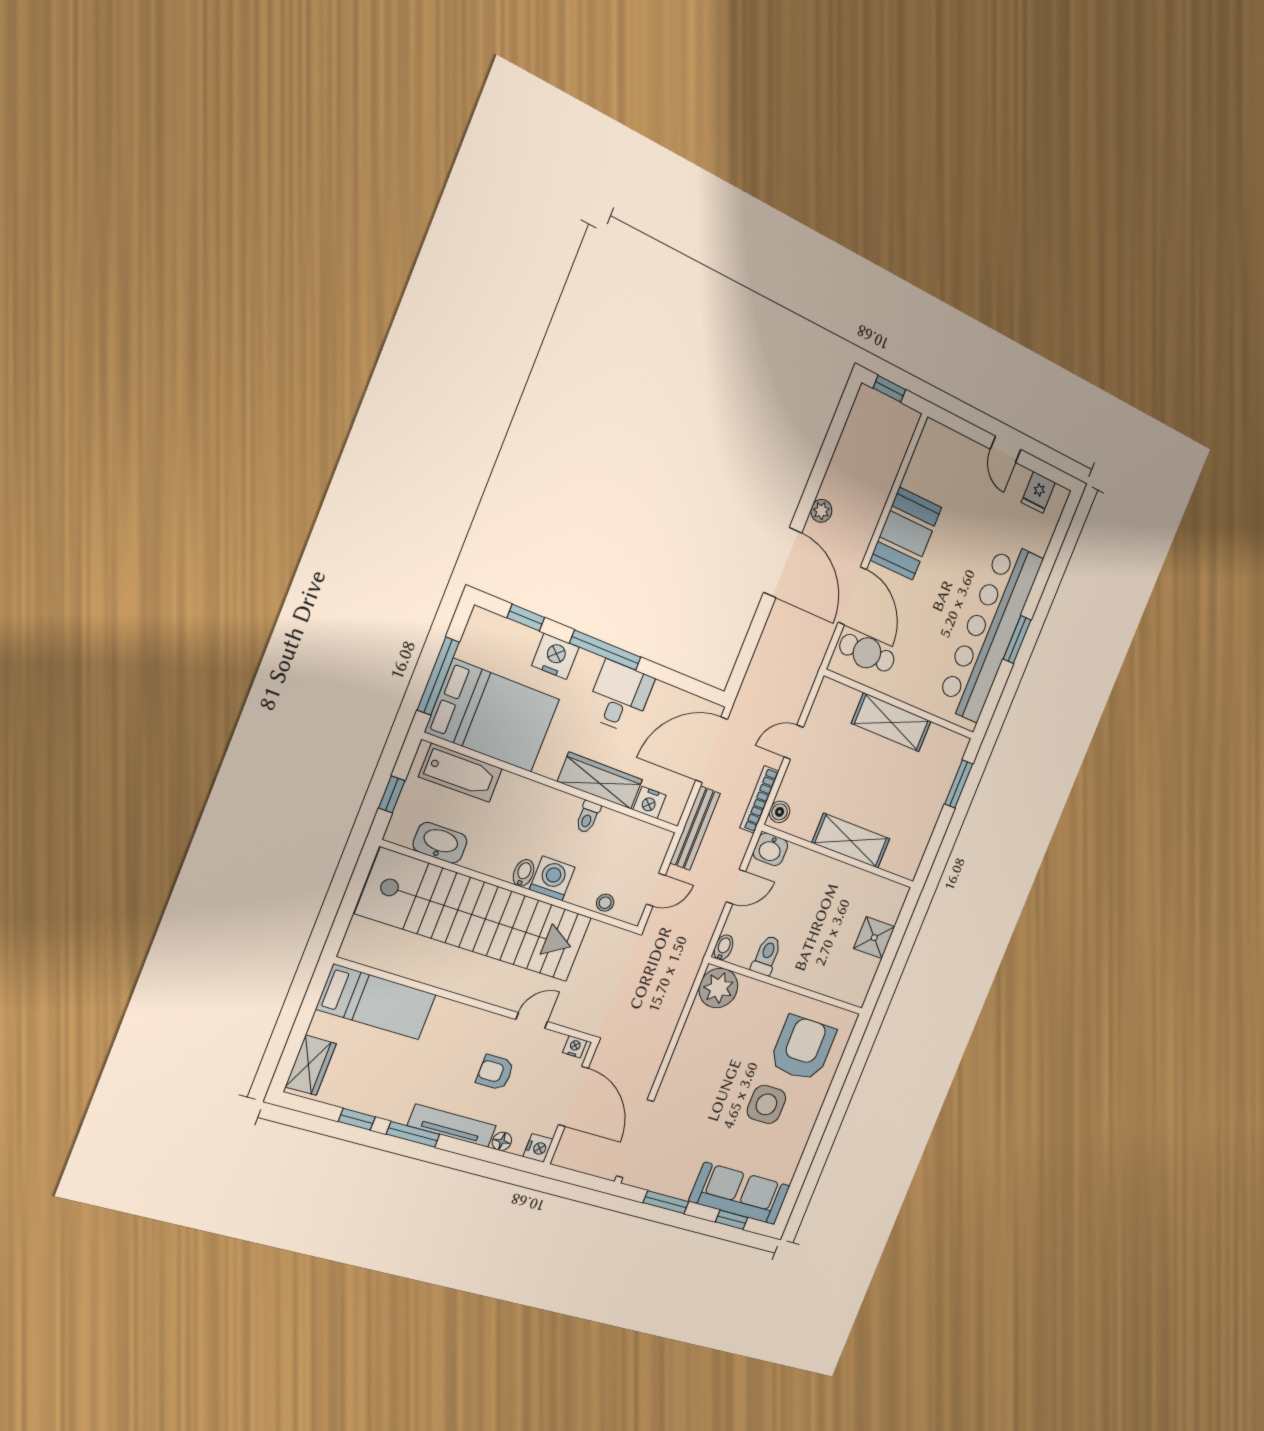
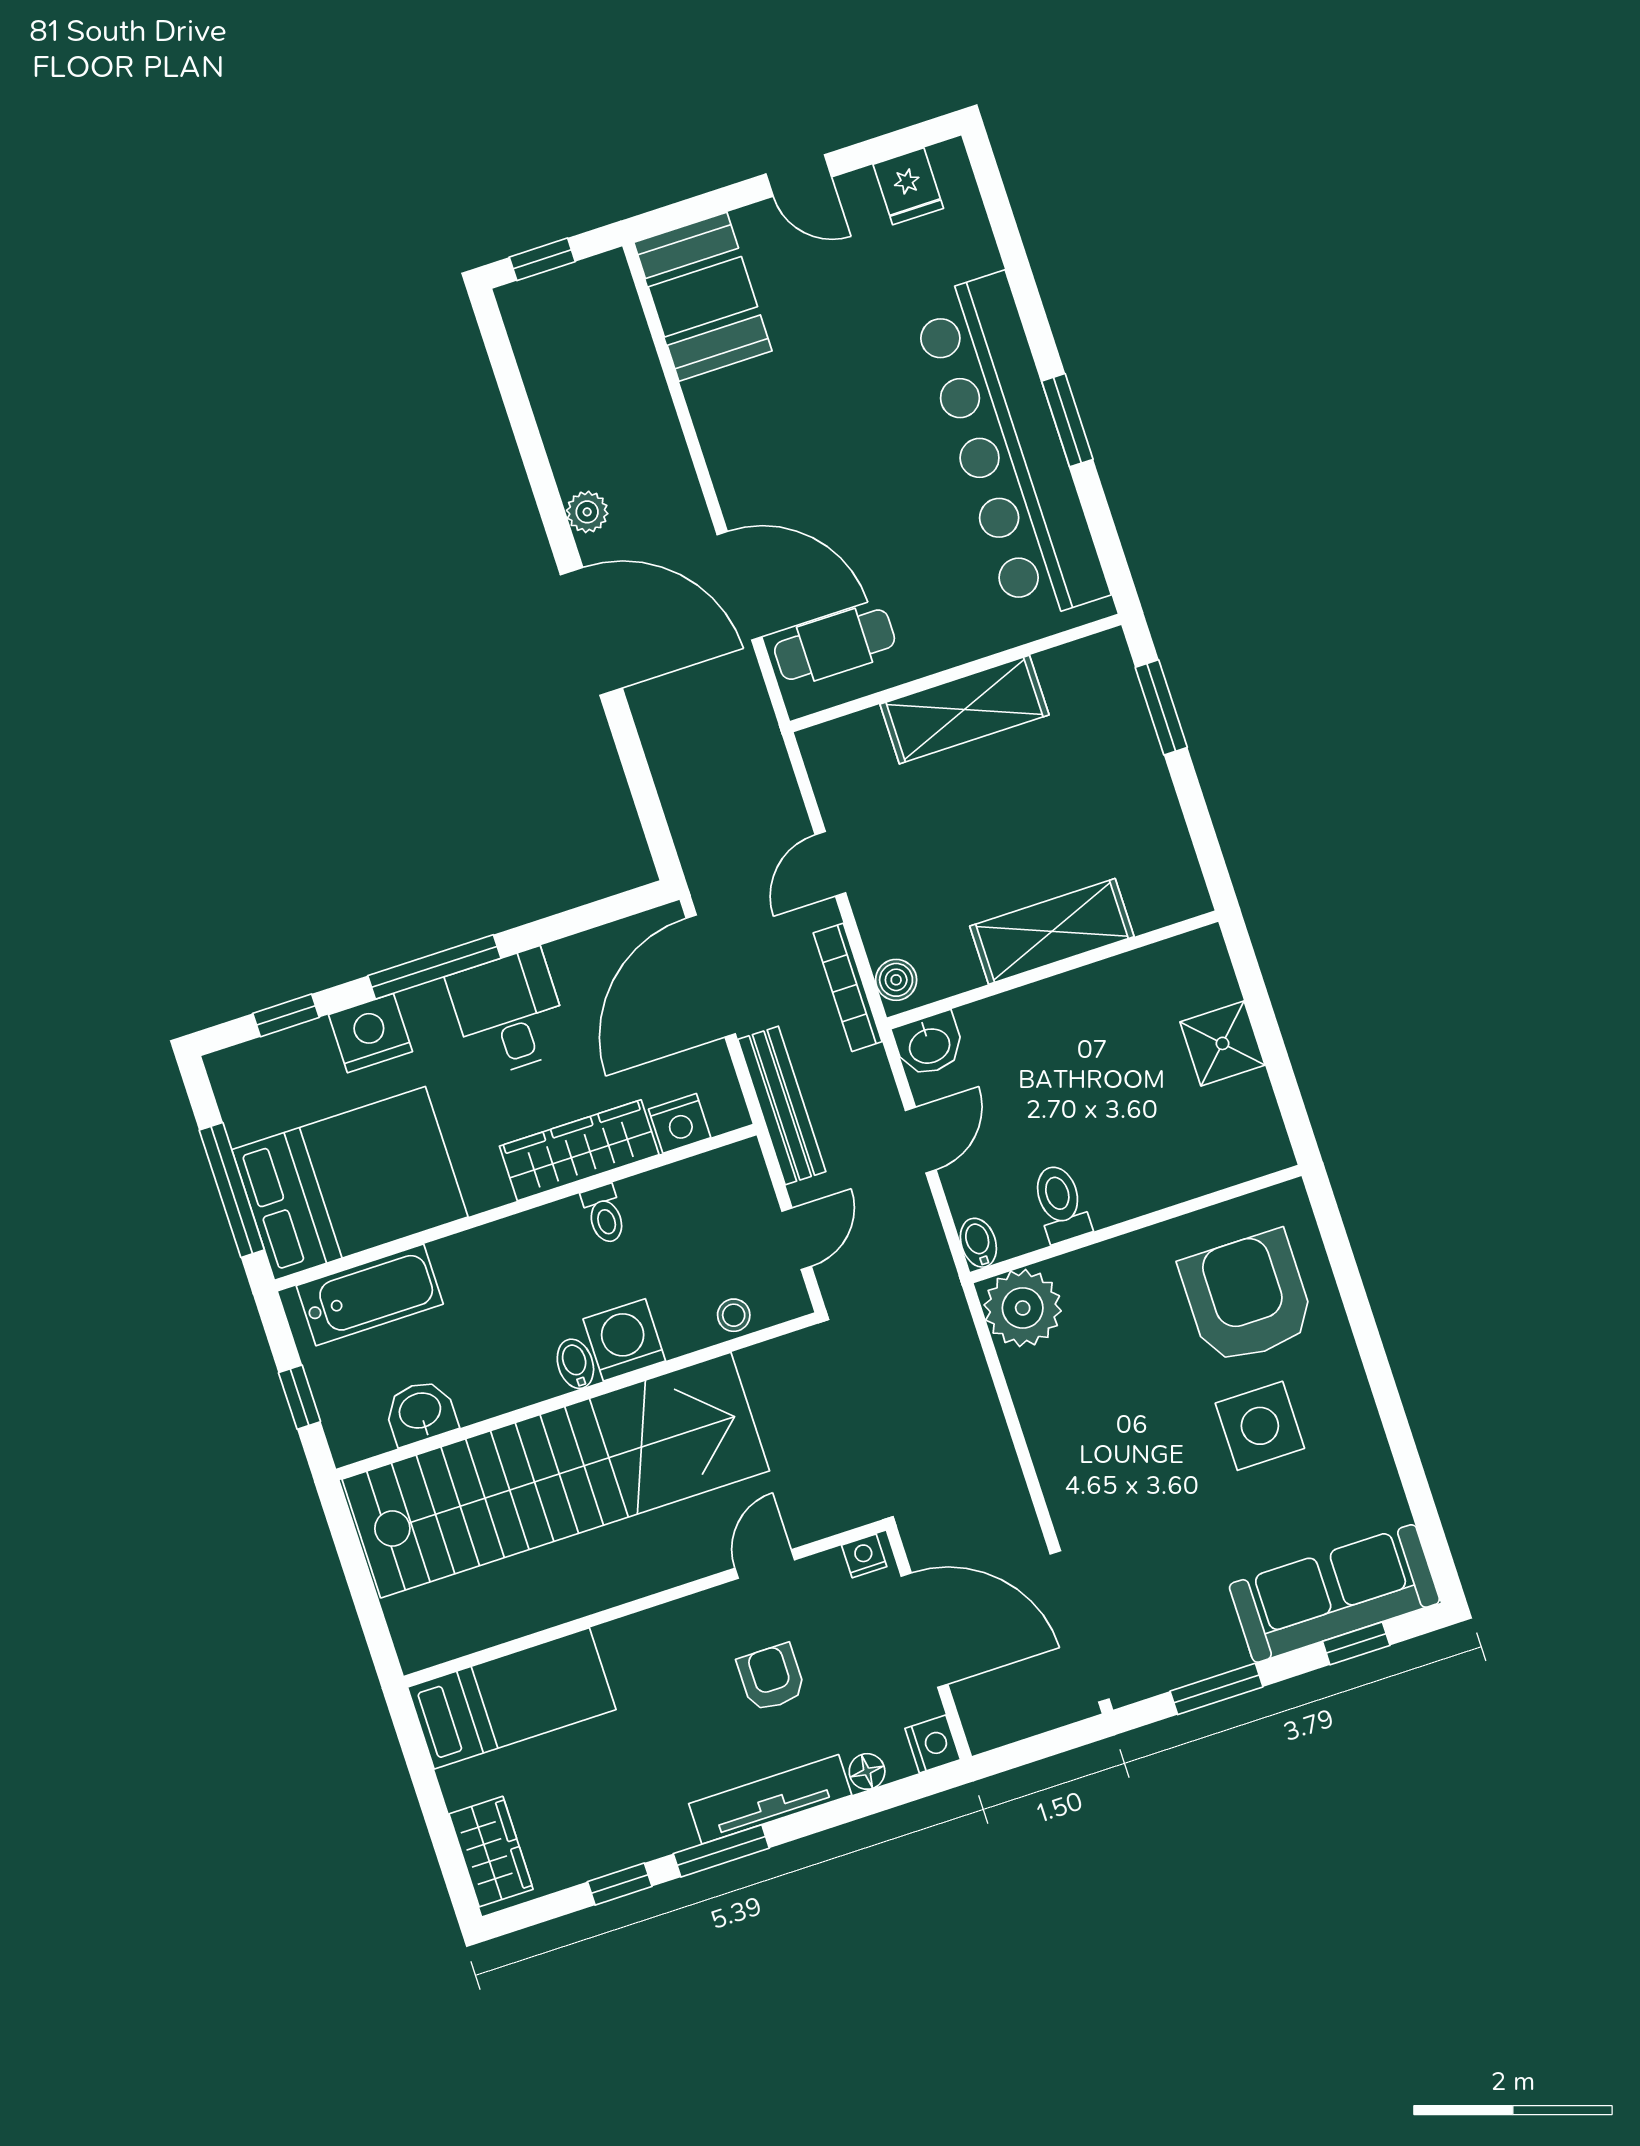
booth: (906, 534) -> (703, 297), moved
washbasin: (440, 843) -> (420, 1412), width x0.72
armchair: (495, 1072) -> (771, 1678), turned 90

